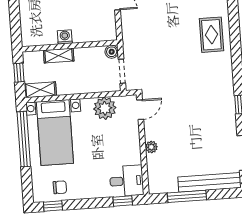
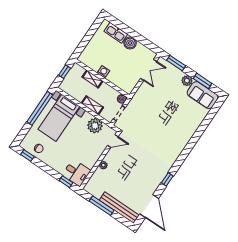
rug: (211, 35) -> (181, 131), removed
shelving: (40, 90) -> (92, 105), moved

